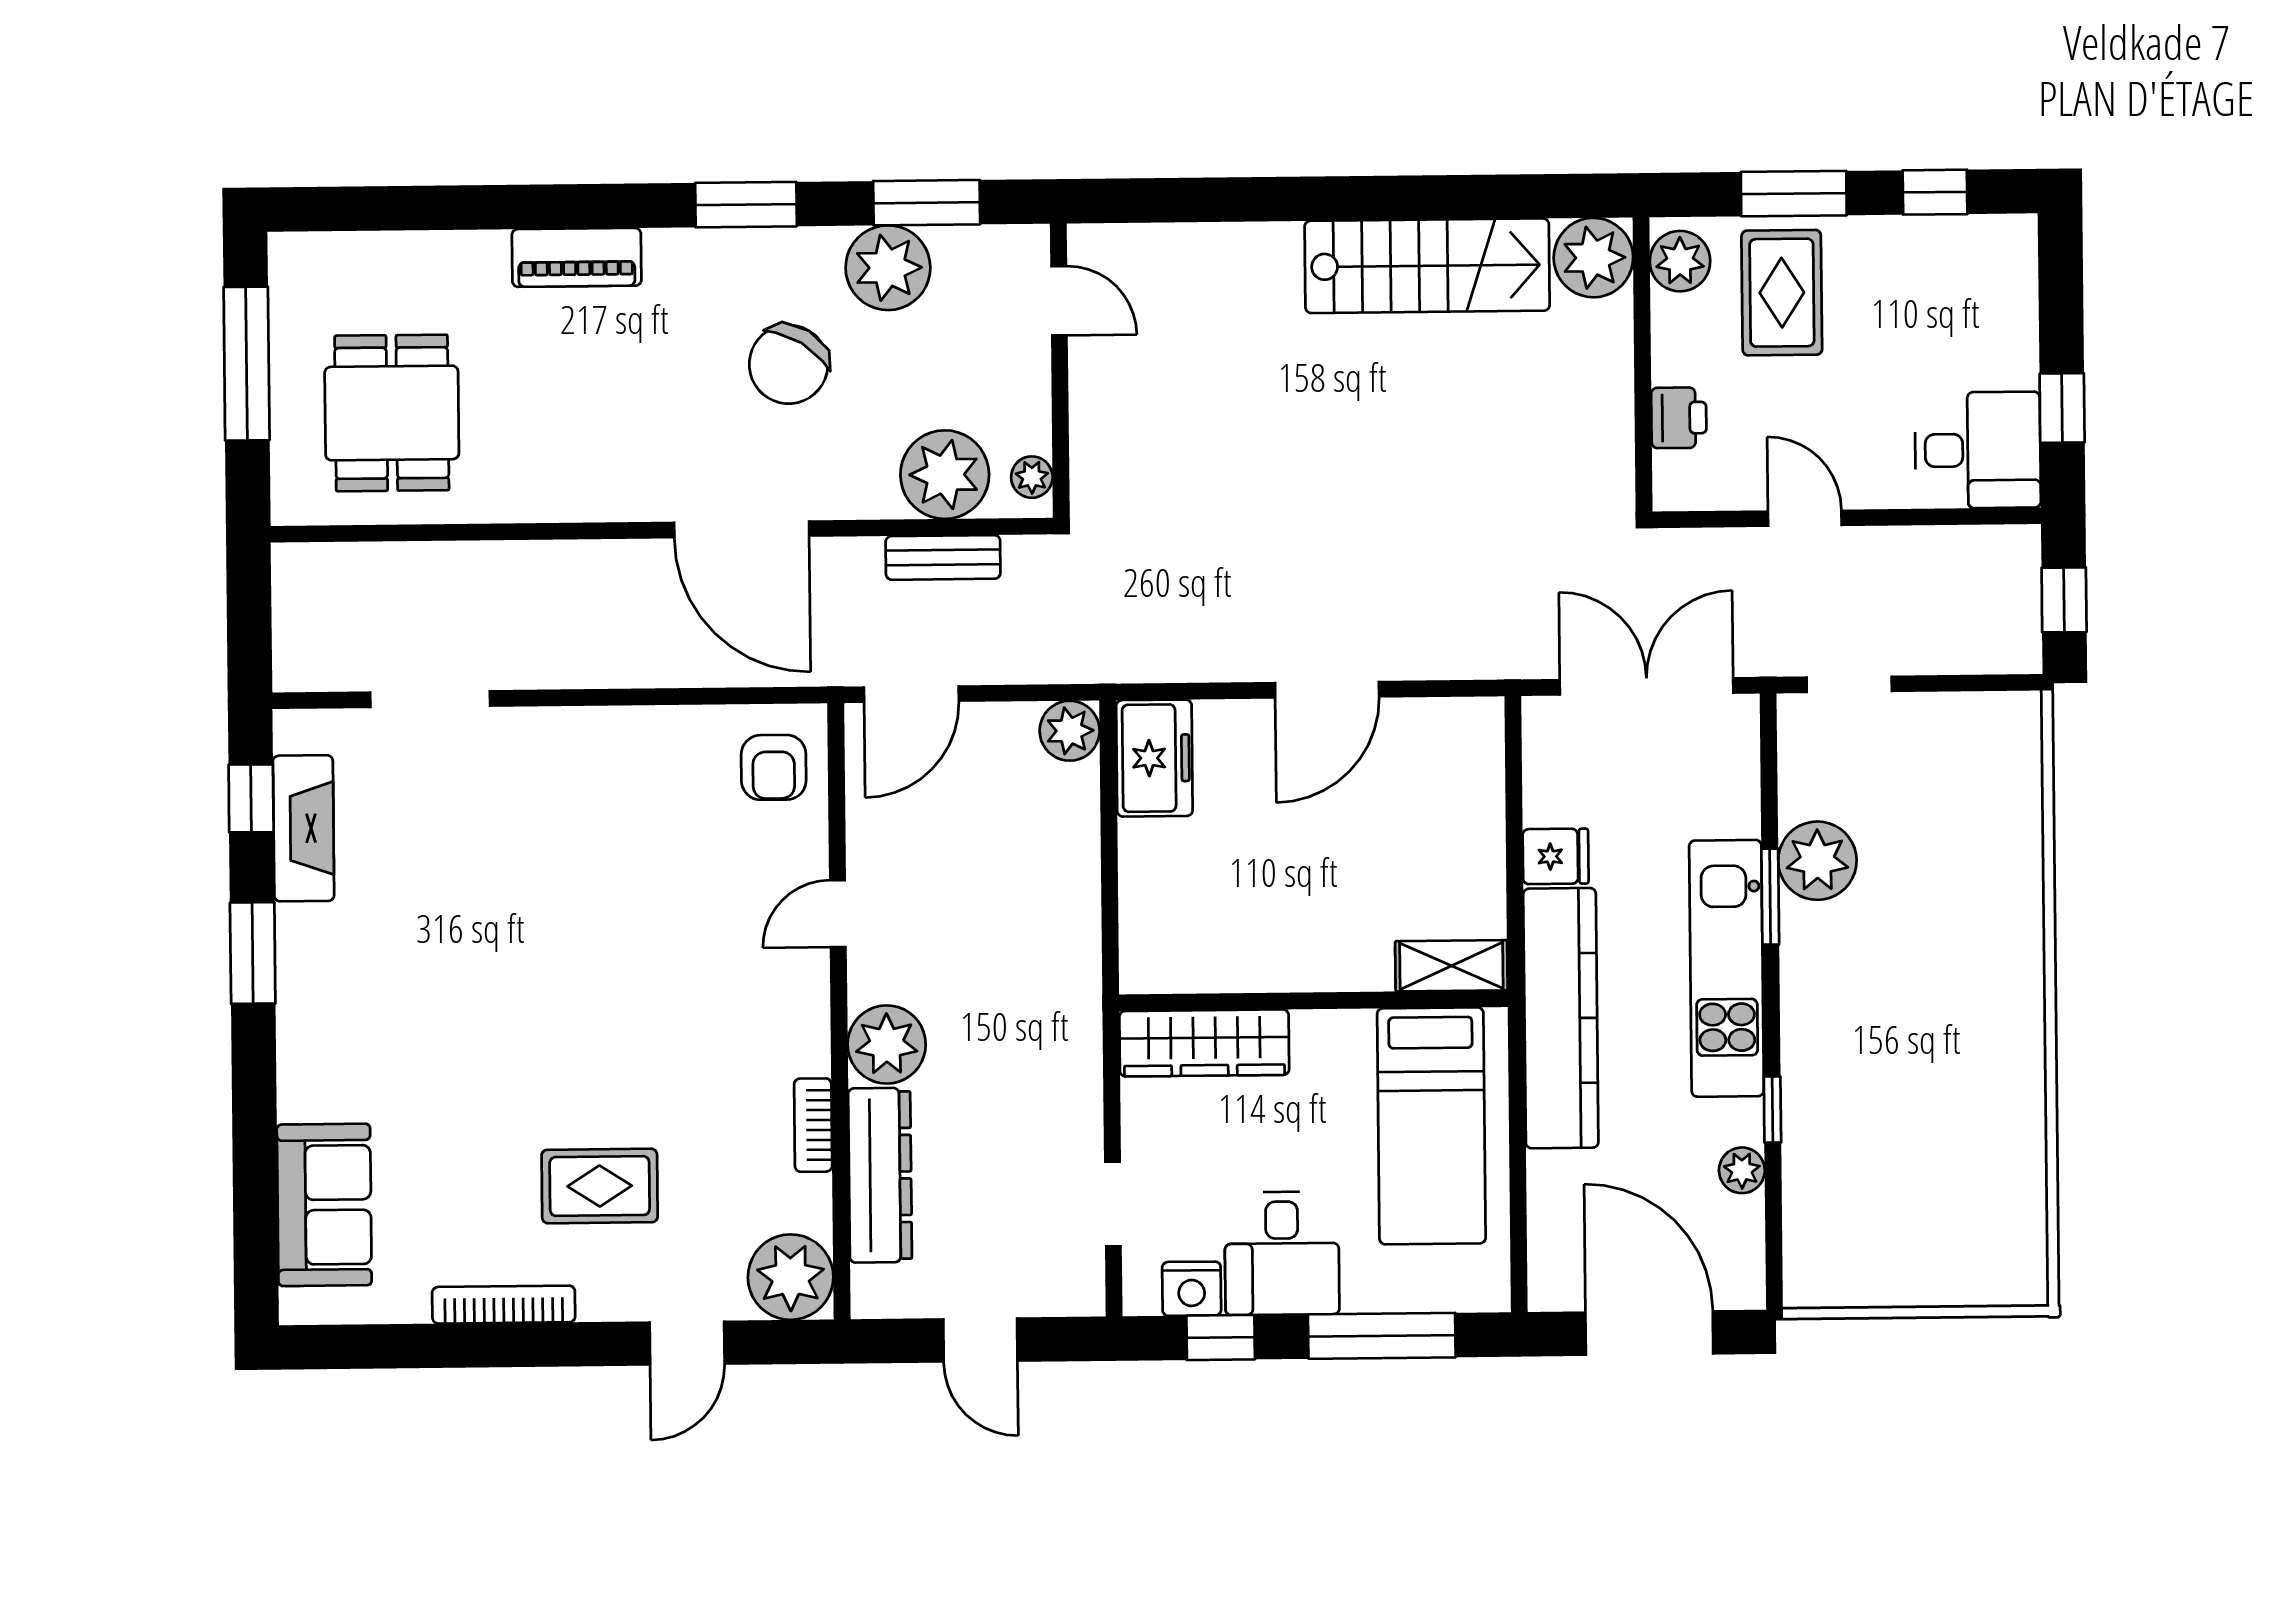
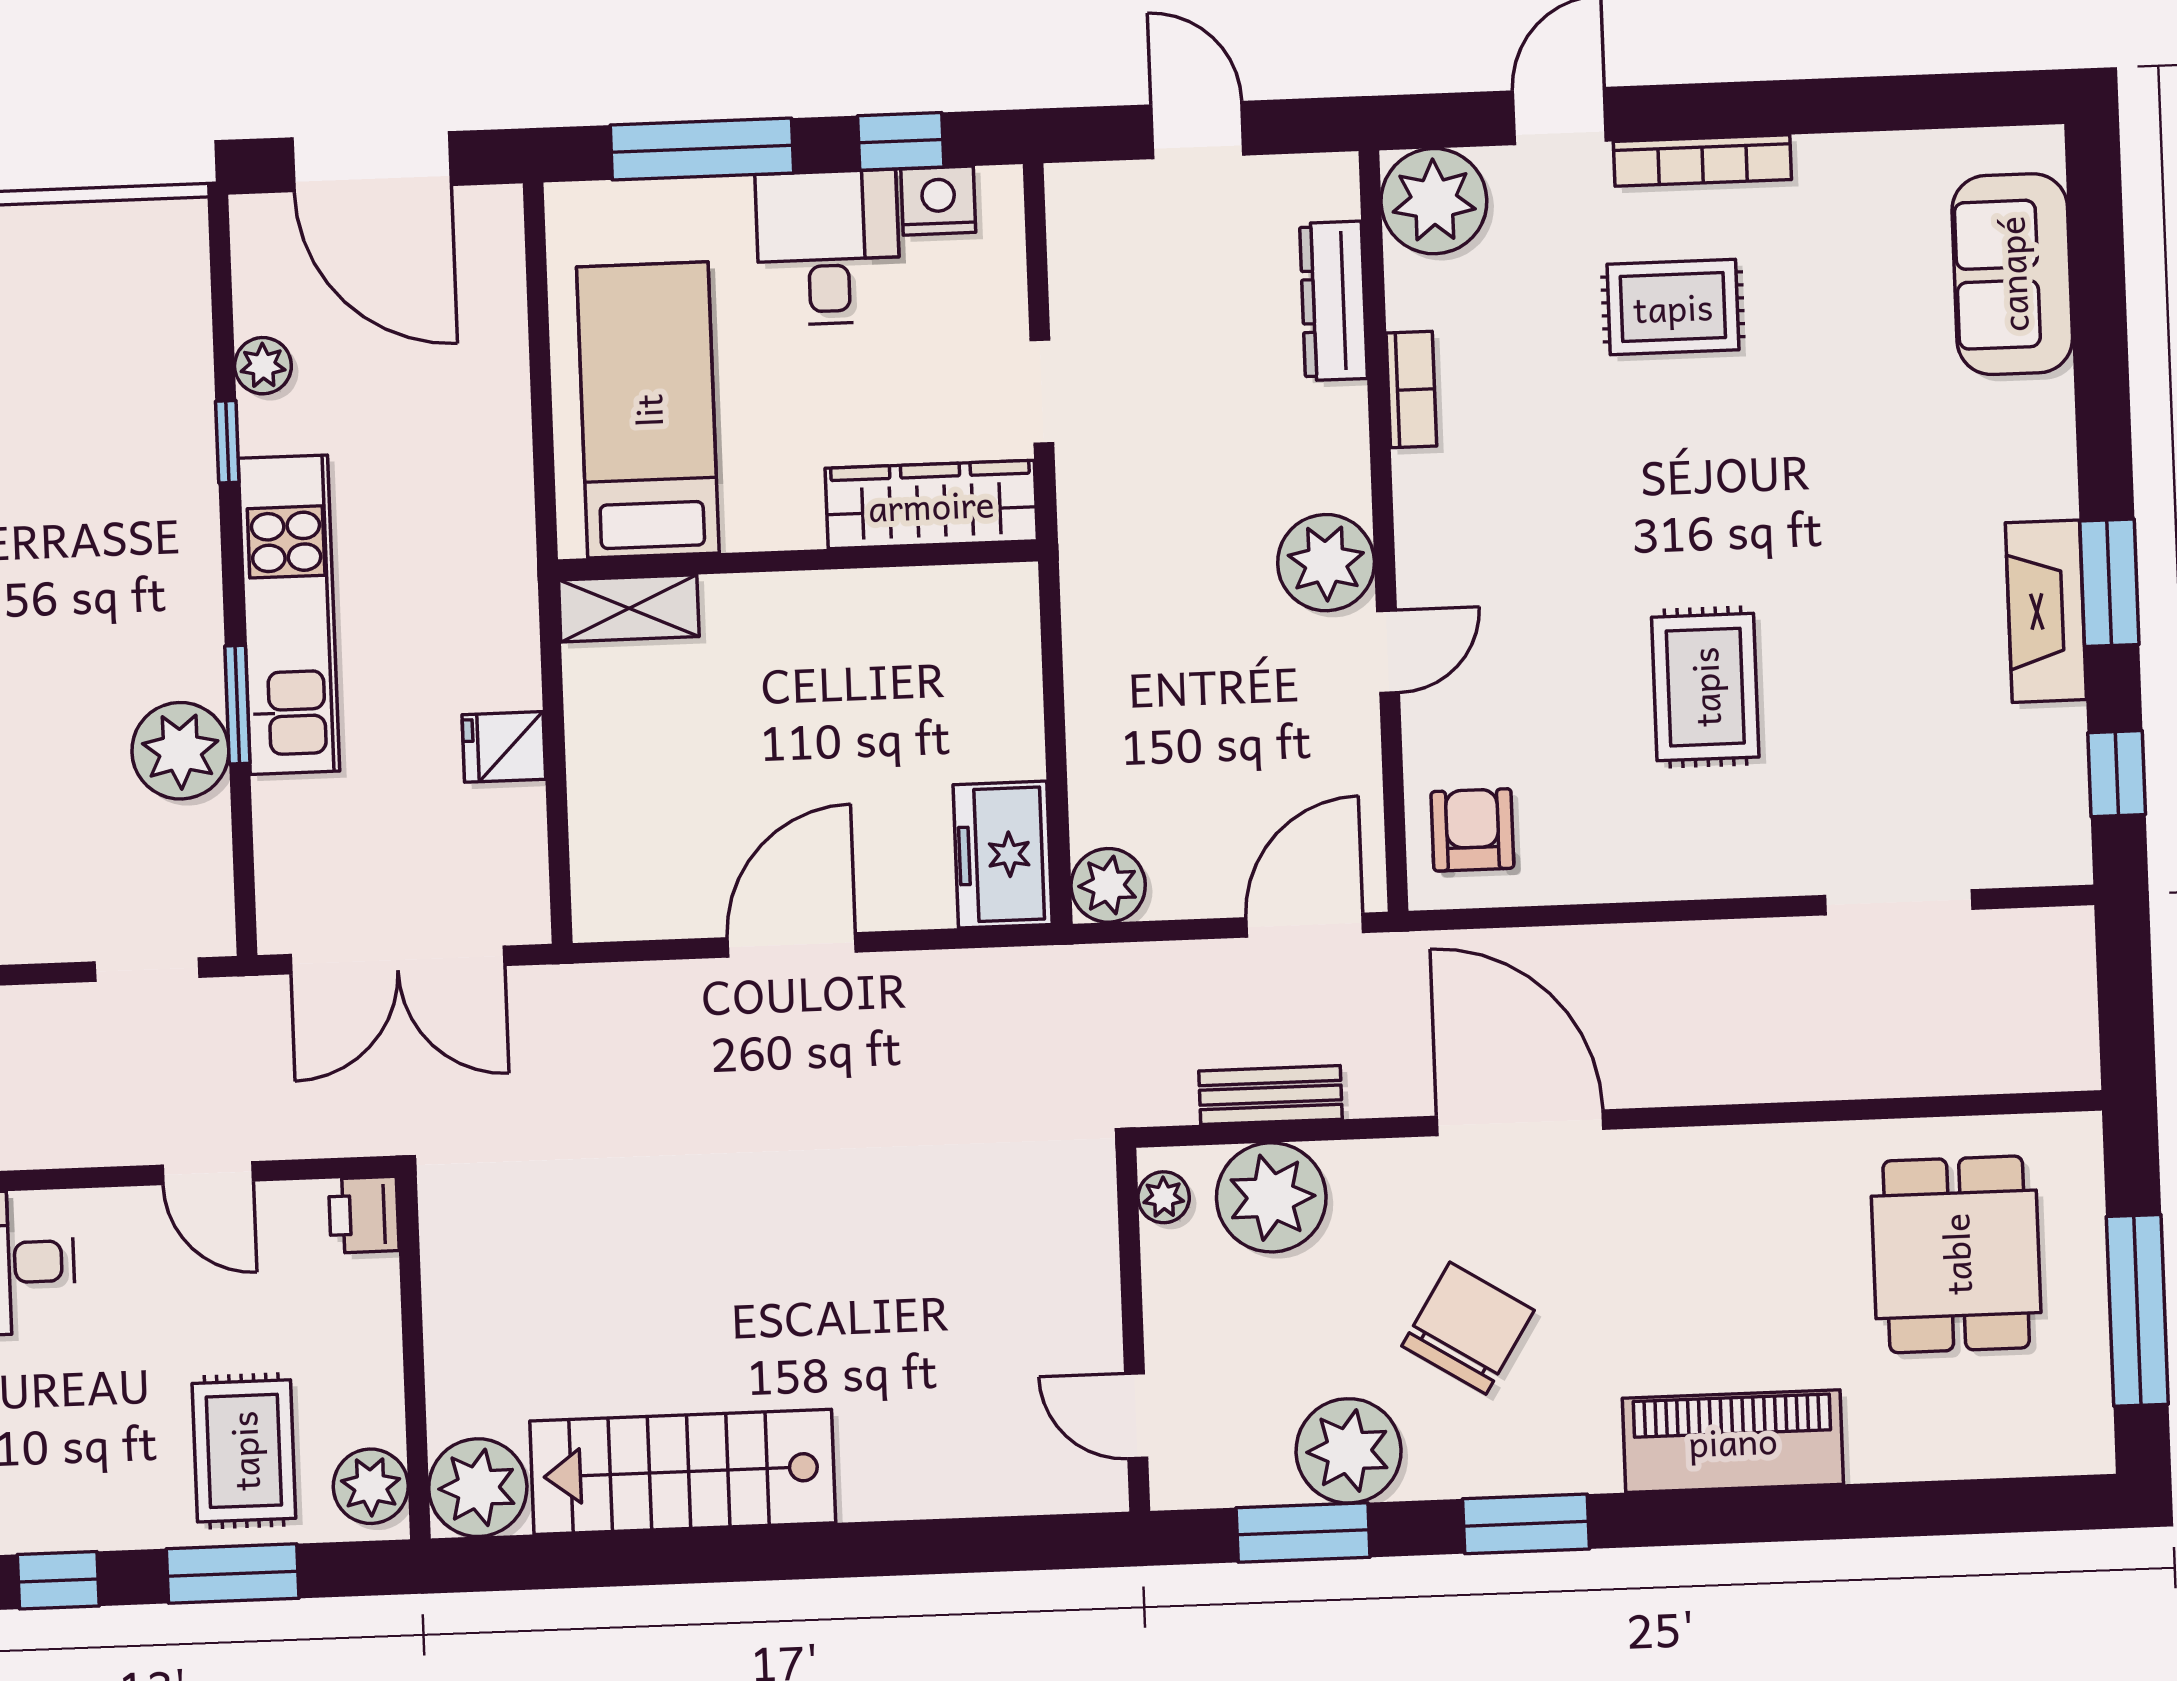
piano: (577, 257) -> (1733, 1441), width x1.37, depth x1.33
printer: (1679, 418) -> (364, 1215), moved
fireplace: (304, 828) -> (2046, 611), moved
rug: (582, 878) -> (1705, 687), added
kitchen counter: (1561, 1018) -> (492, 547), removed
plant: (887, 1044) -> (1326, 563), moved
dresser: (880, 1175) -> (1333, 301), width x0.73, depth x0.80
doorway: (1113, 1204) -> (1042, 392), moved
bookcase: (504, 1305) -> (1702, 161), moved

